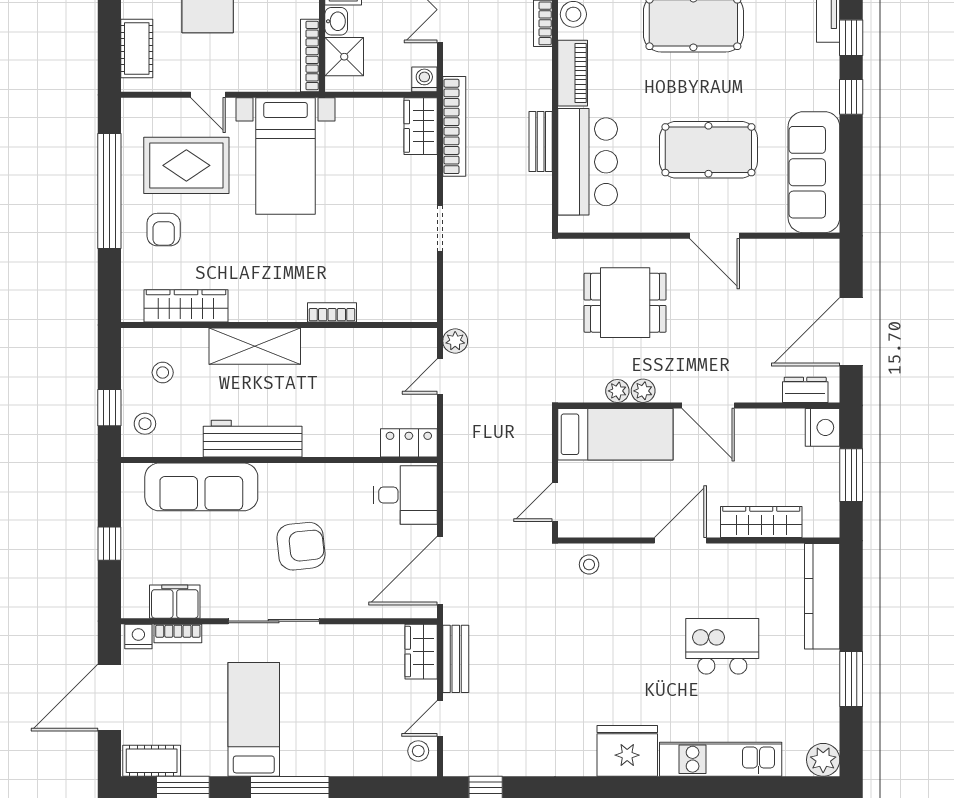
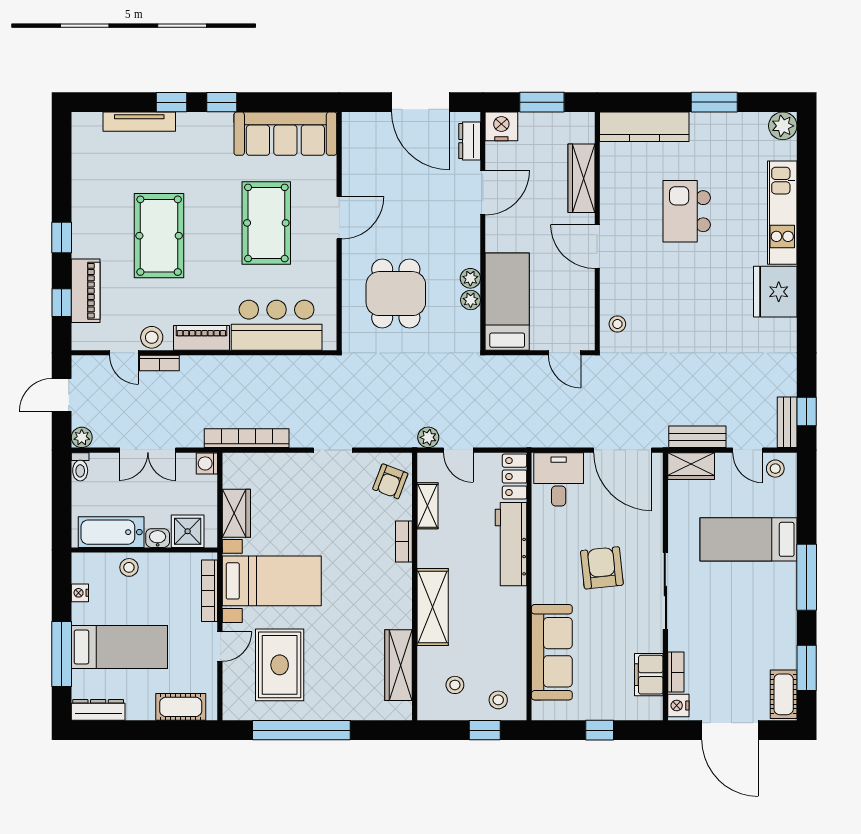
bookcase: (310, 56) -> (210, 591), moved, turned 90
wardrobe: (421, 126) -> (236, 513), moved, turned -90
bench: (541, 142) -> (787, 422), moved, turned 90
armchair: (164, 230) -> (390, 481), moved, turned 111
shelving: (374, 340) -> (427, 506), added
door: (708, 405) -> (483, 193), moved
workbench: (253, 439) -> (511, 544), moved
bed: (254, 719) -> (749, 539), moved

